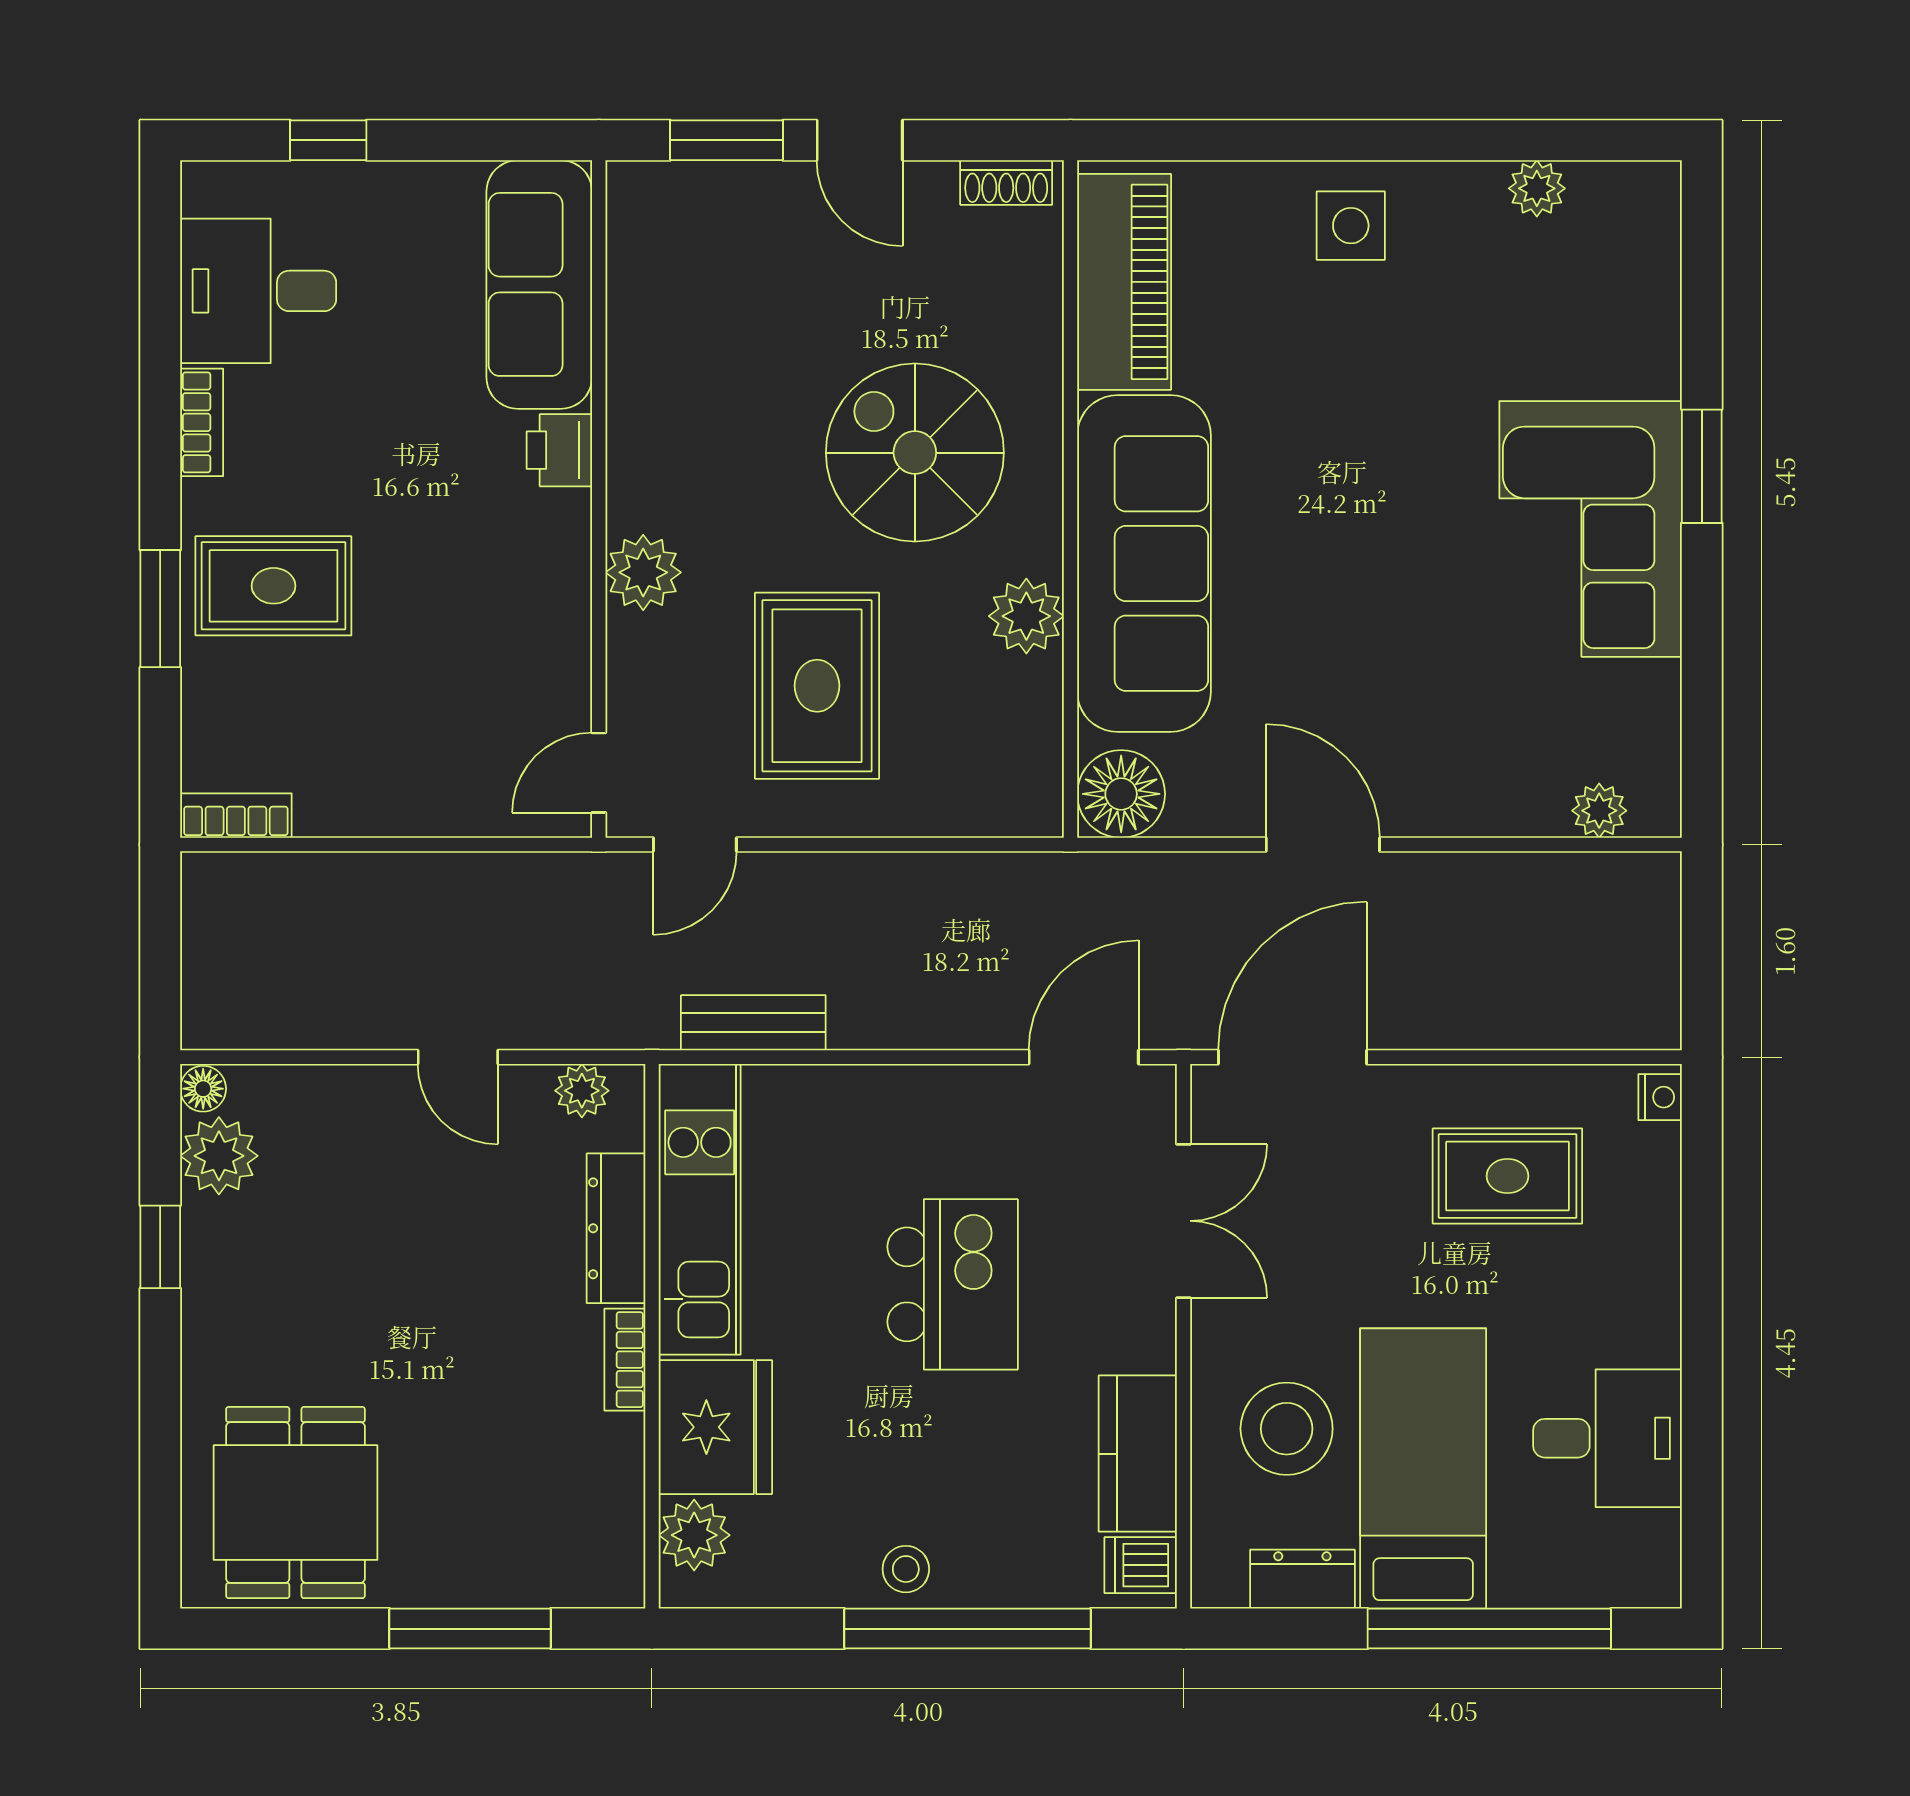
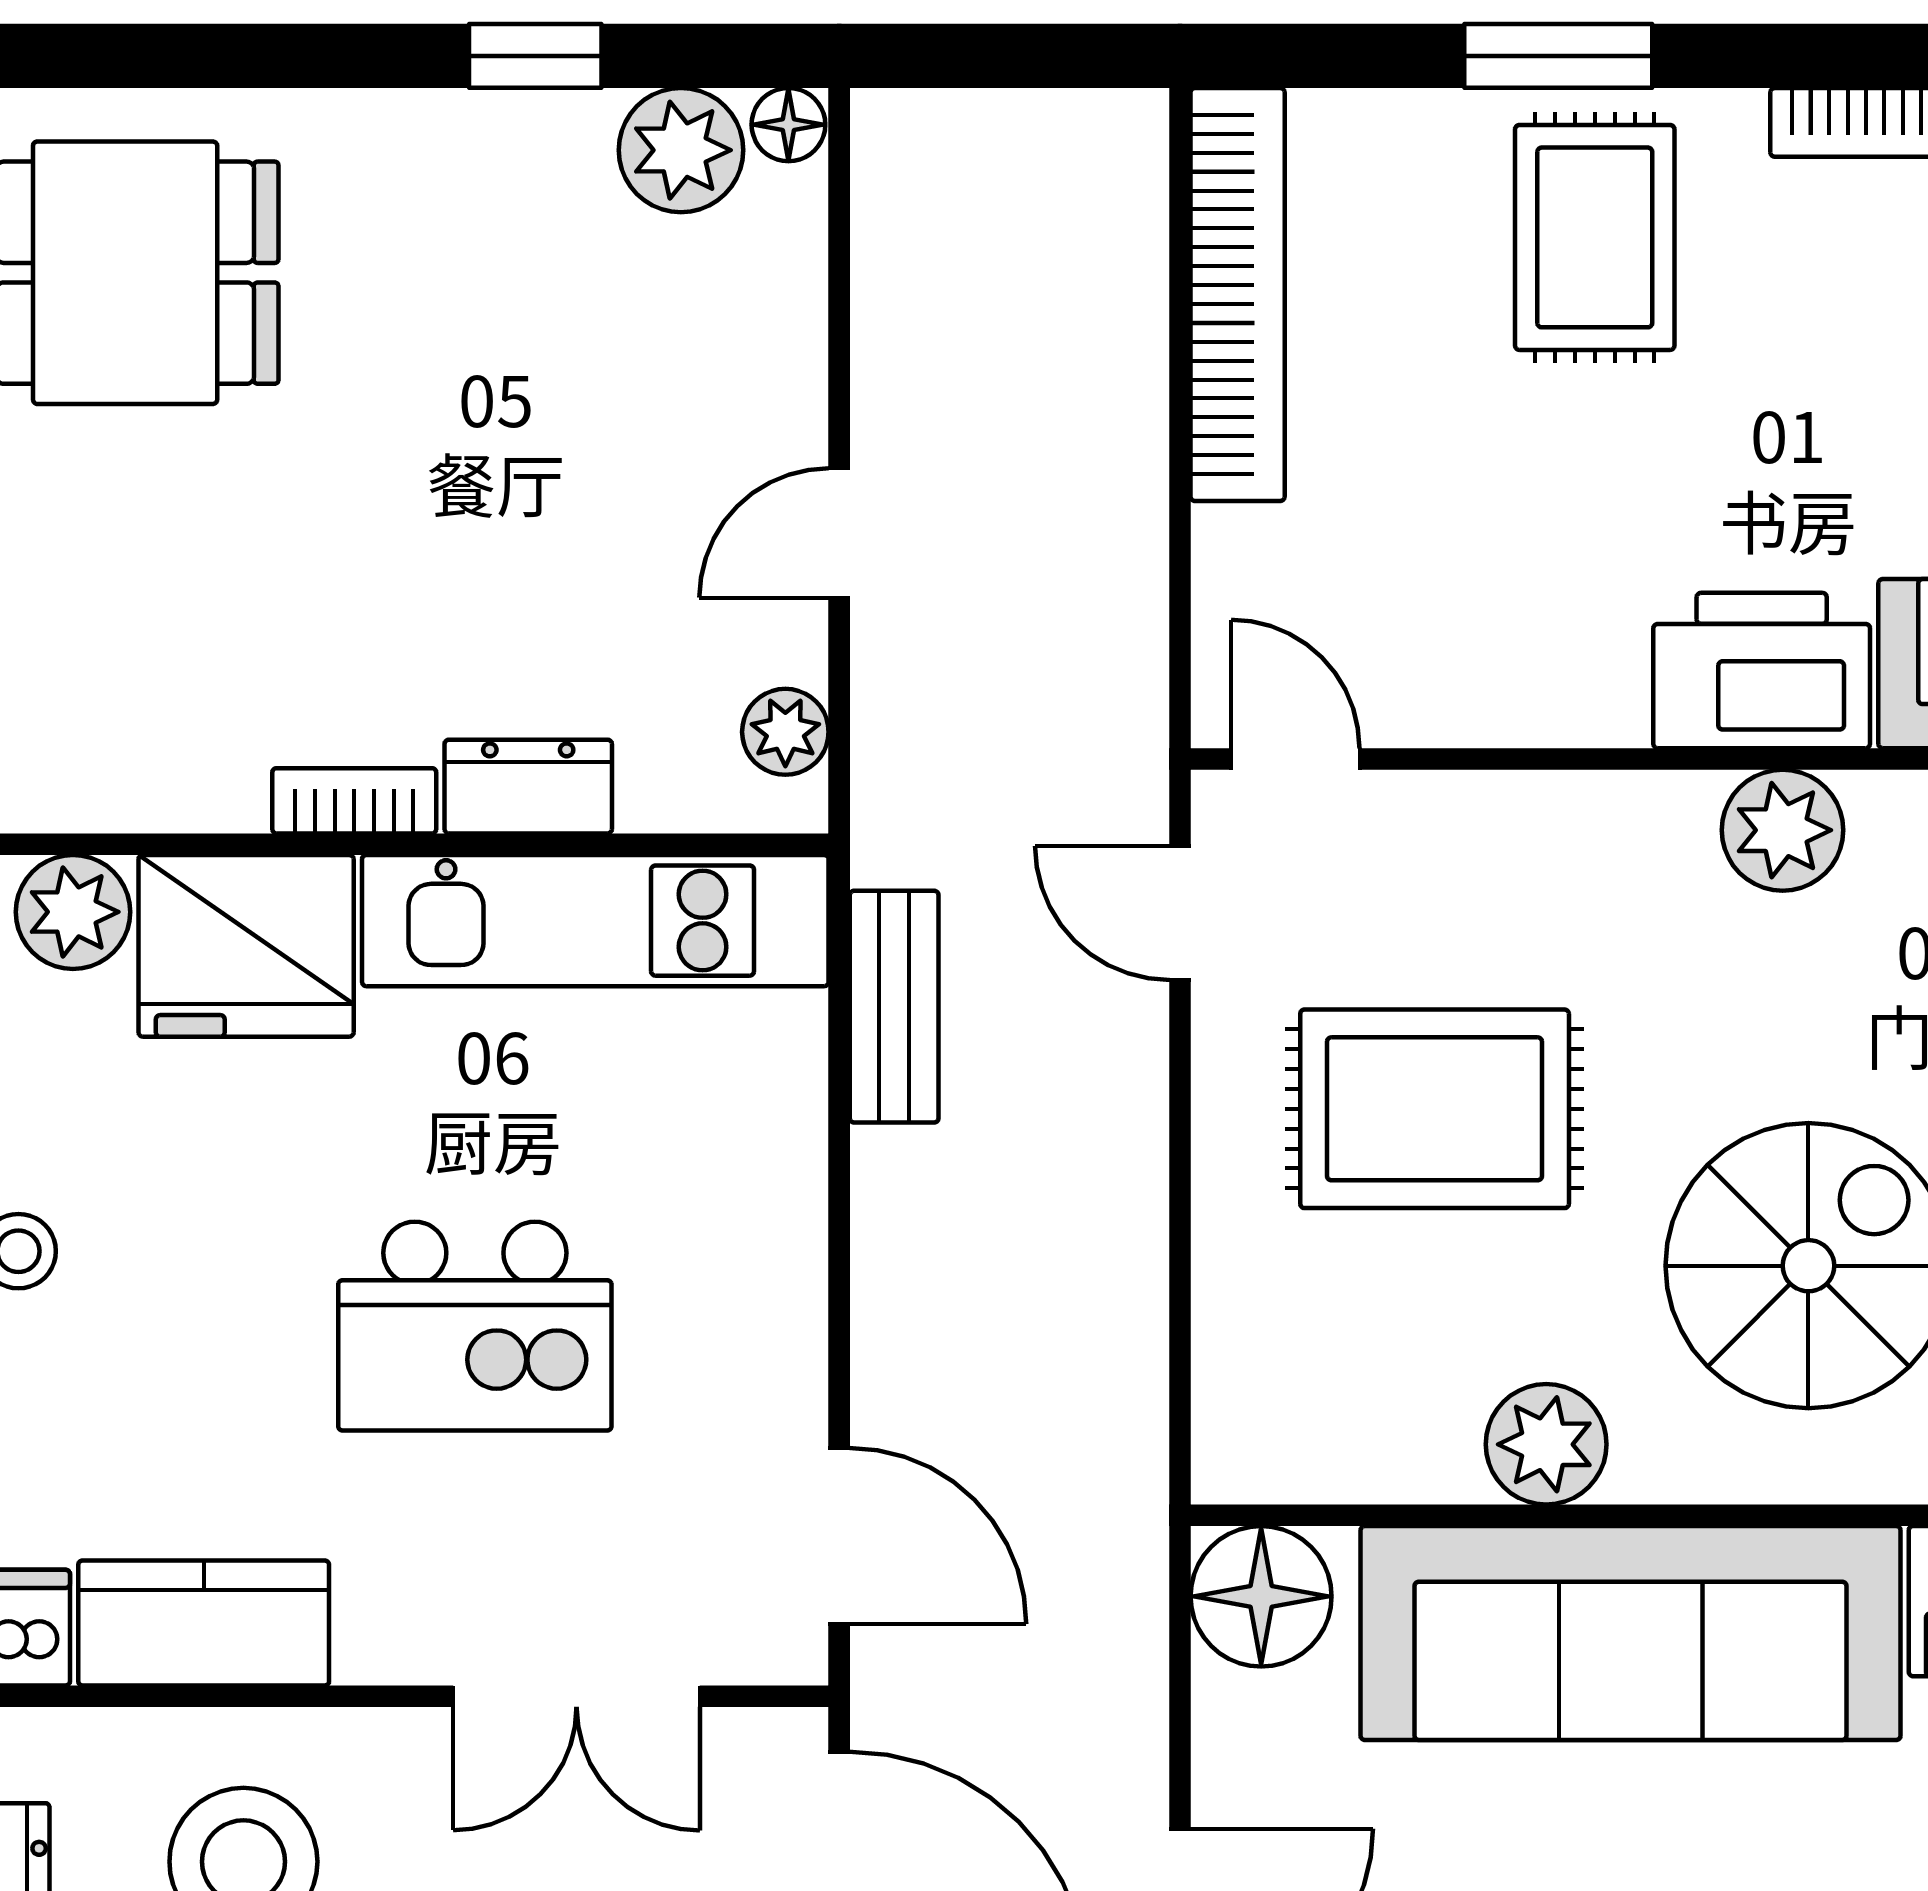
printer: (559, 450) -> (1762, 671), width x1.87, depth x1.48
plant: (643, 572) -> (1783, 830), moved
bookcase: (236, 816) -> (1238, 295), width x2.31, depth x1.31
dresser: (616, 1228) -> (528, 787), width x0.70

